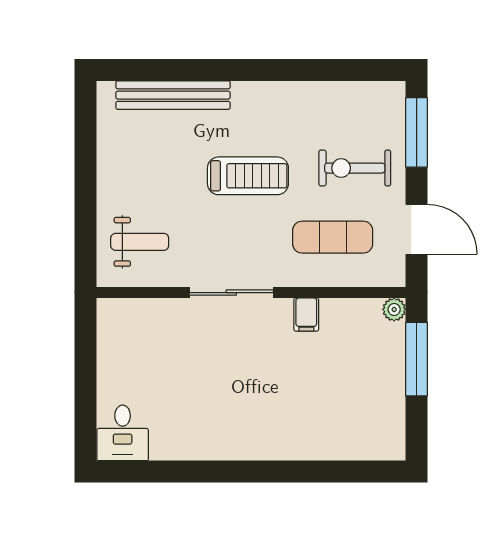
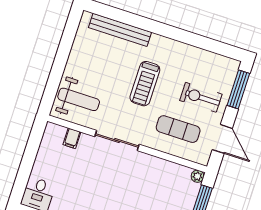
treadmill: (248, 176) -> (145, 84), turned 90
weight bench: (140, 242) -> (79, 99), width x1.36, depth x1.33
filing cabinet: (306, 315) -> (72, 138), moved

